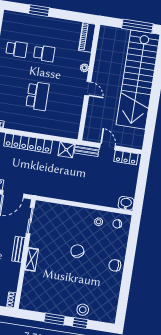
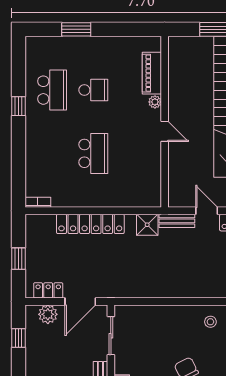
piano: (87, 37) -> (152, 73), moved
school desk: (16, 49) -> (52, 90), width x1.85

